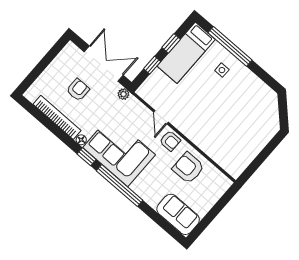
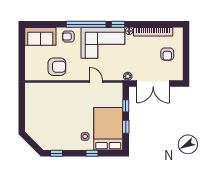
window: (230, 46) -> (92, 153), width x0.32
bed: (186, 53) -> (108, 129), width x1.50
window: (267, 78) -> (56, 153), added
armchair: (78, 90) -> (167, 54), moved
armchair: (170, 141) -> (68, 36), moved

